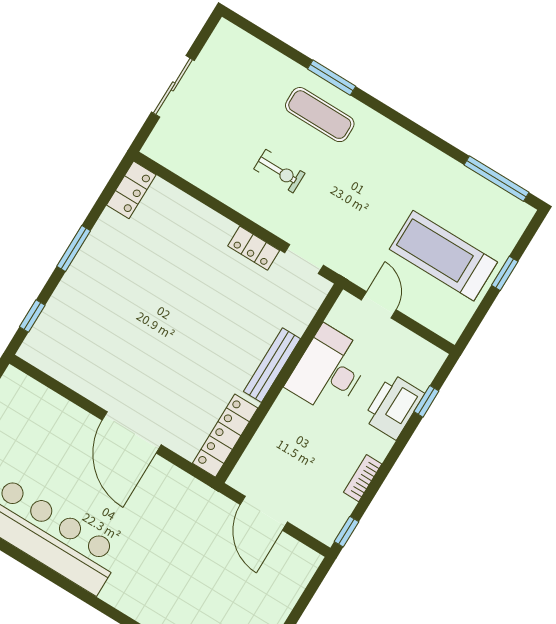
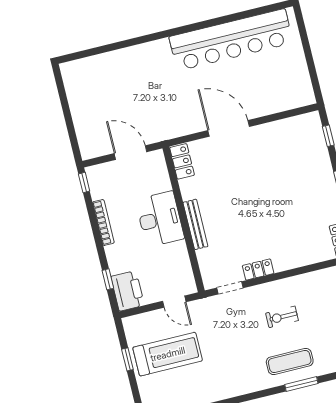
window: (505, 273) -> (127, 359), moved
desk: (329, 370) -> (160, 219), moved
printer: (394, 407) -> (128, 291), moved
locker: (225, 436) -> (182, 161), width x0.66
bookcase: (363, 478) -> (103, 222), width x1.56

